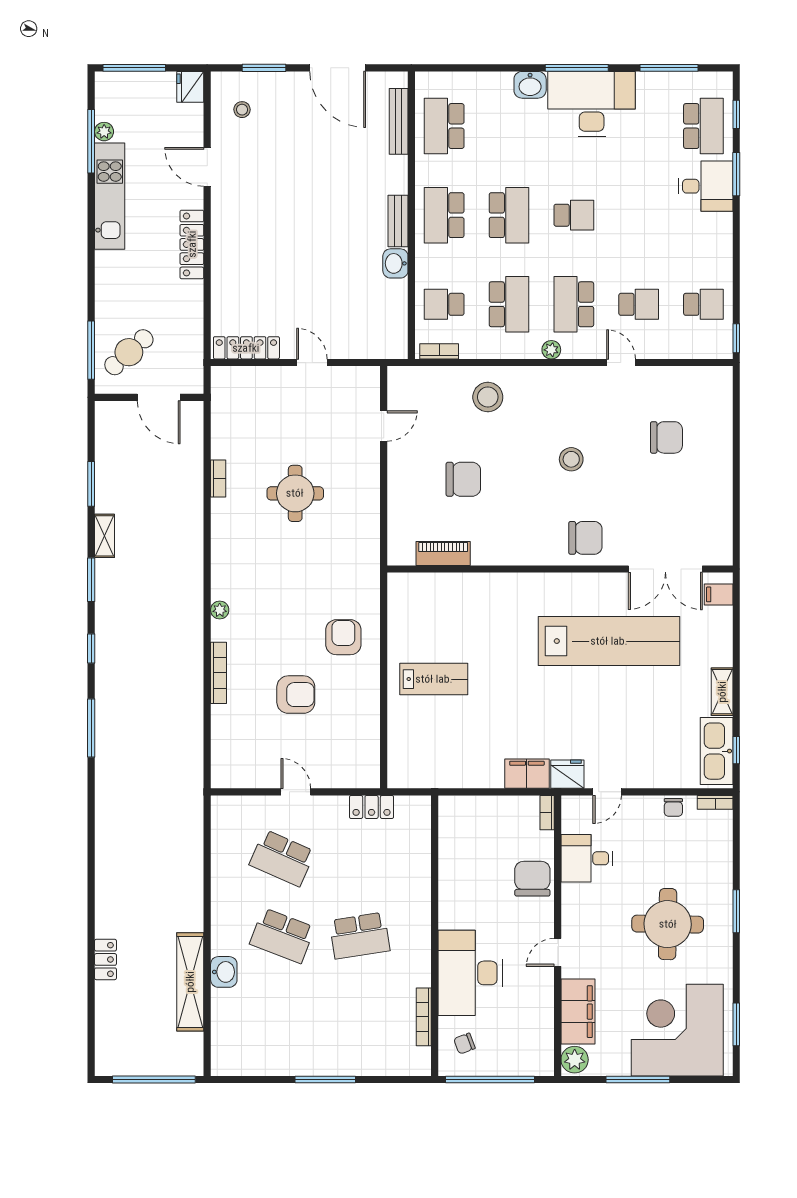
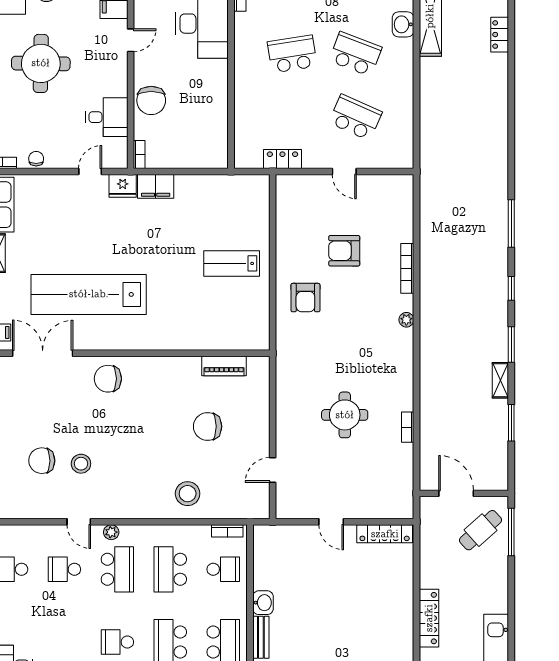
plant: (551, 350) -> (111, 532), moved
stool: (571, 459) -> (81, 464), moved

